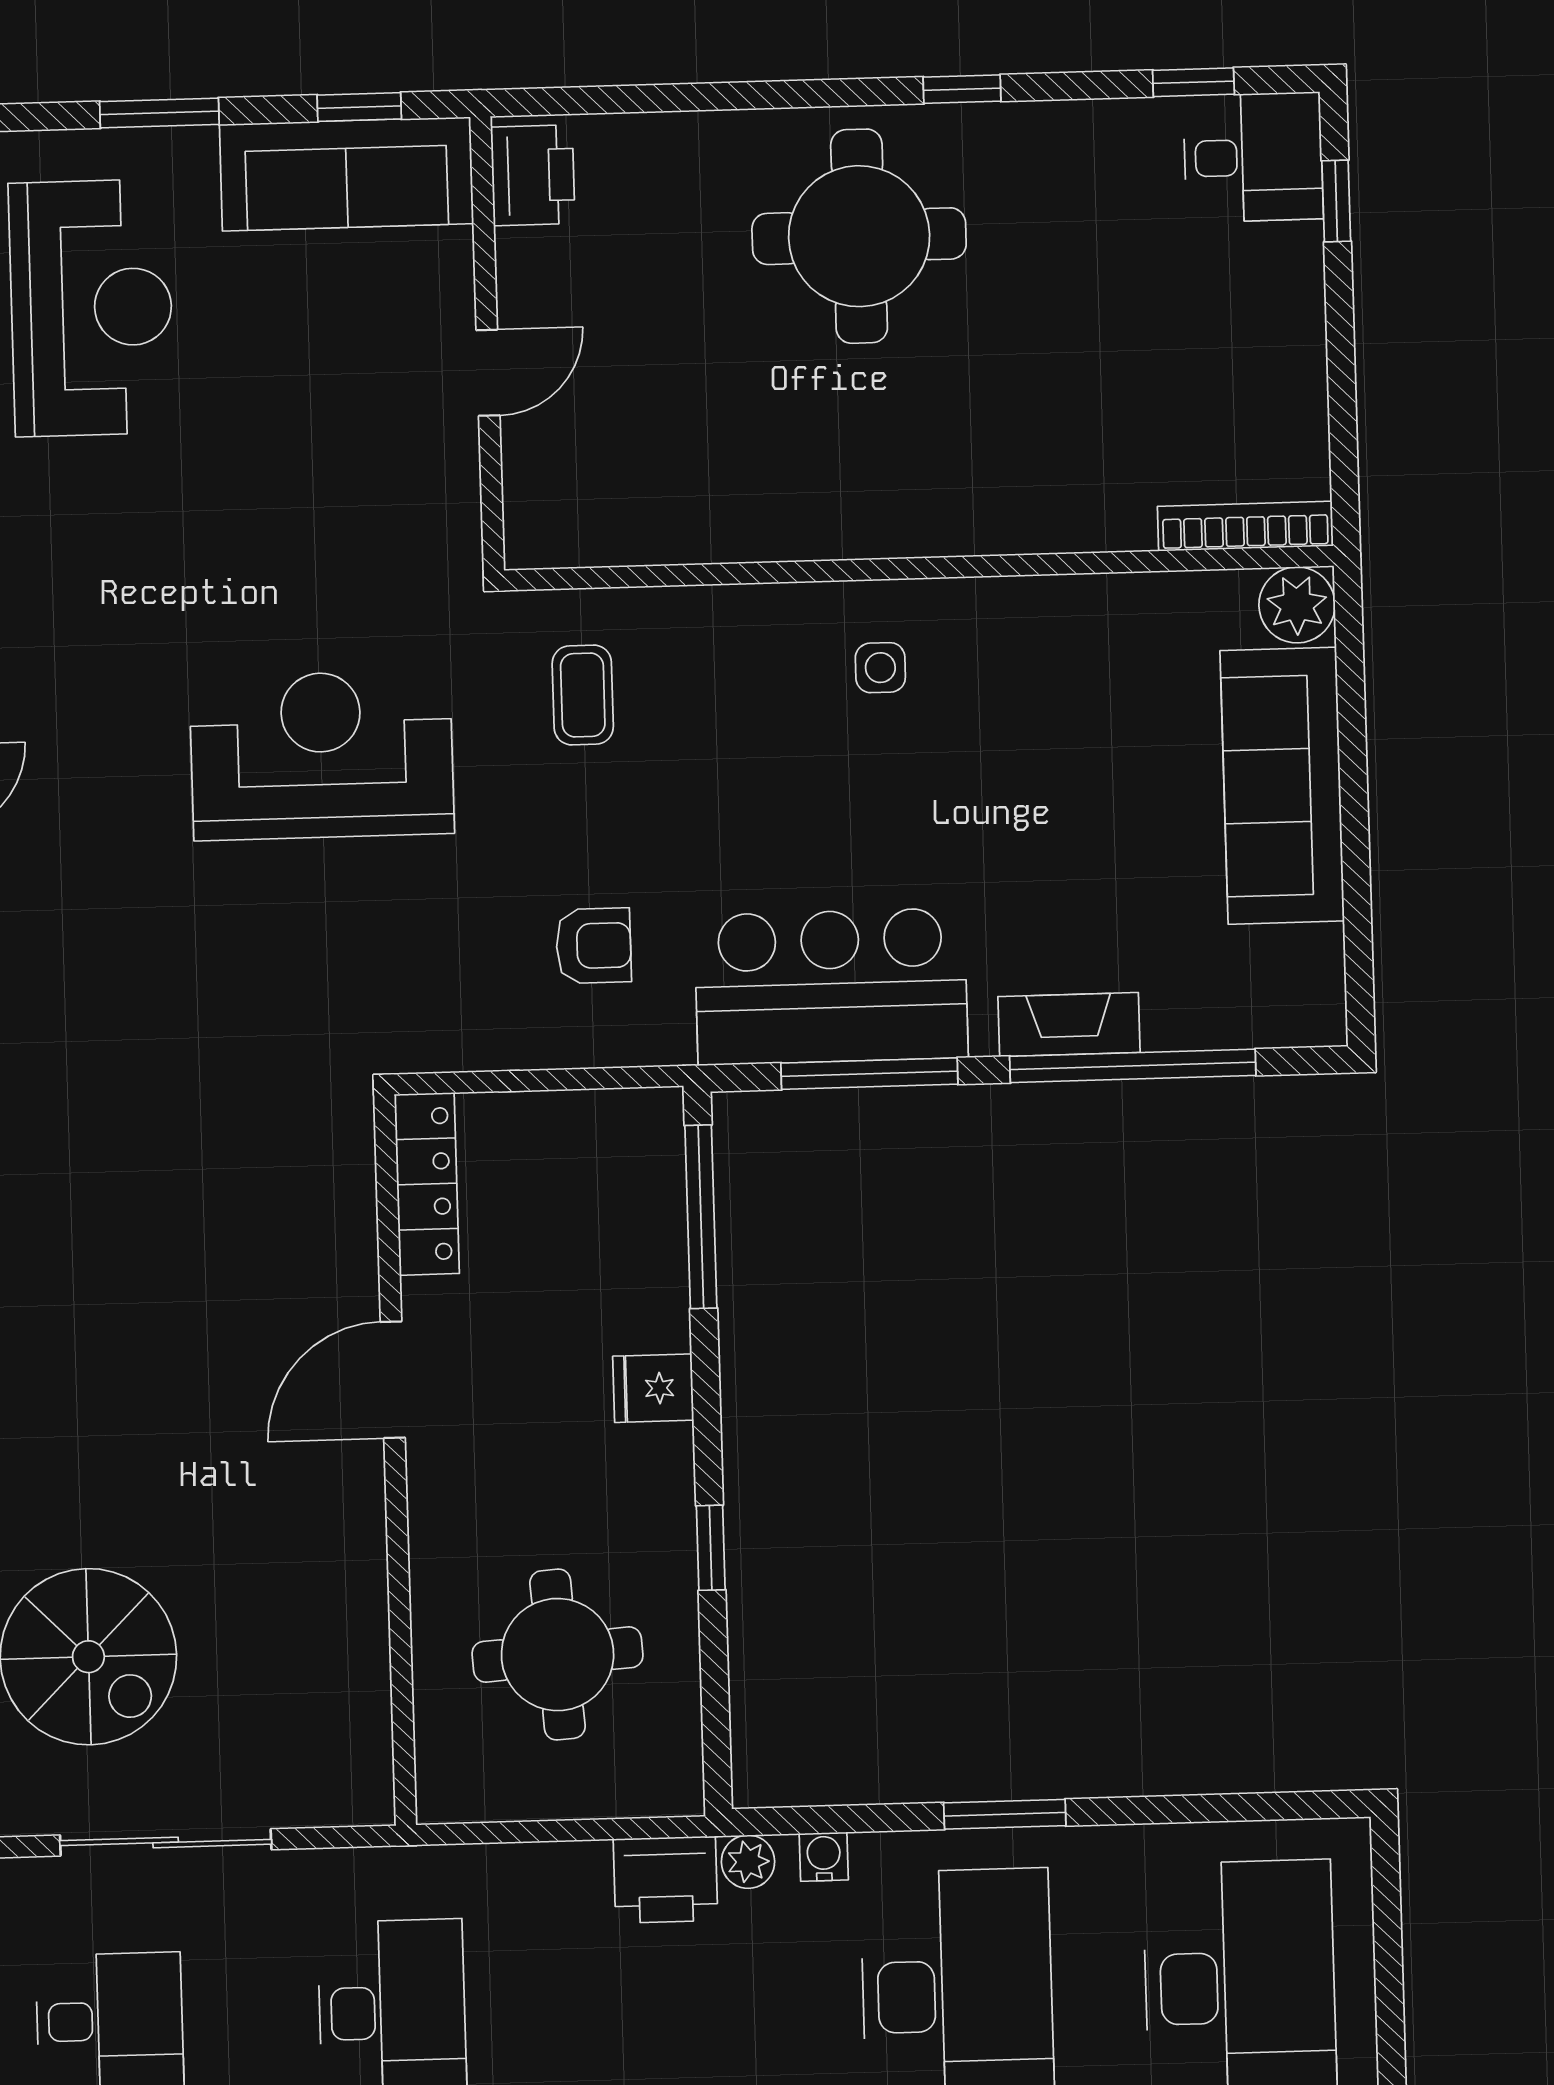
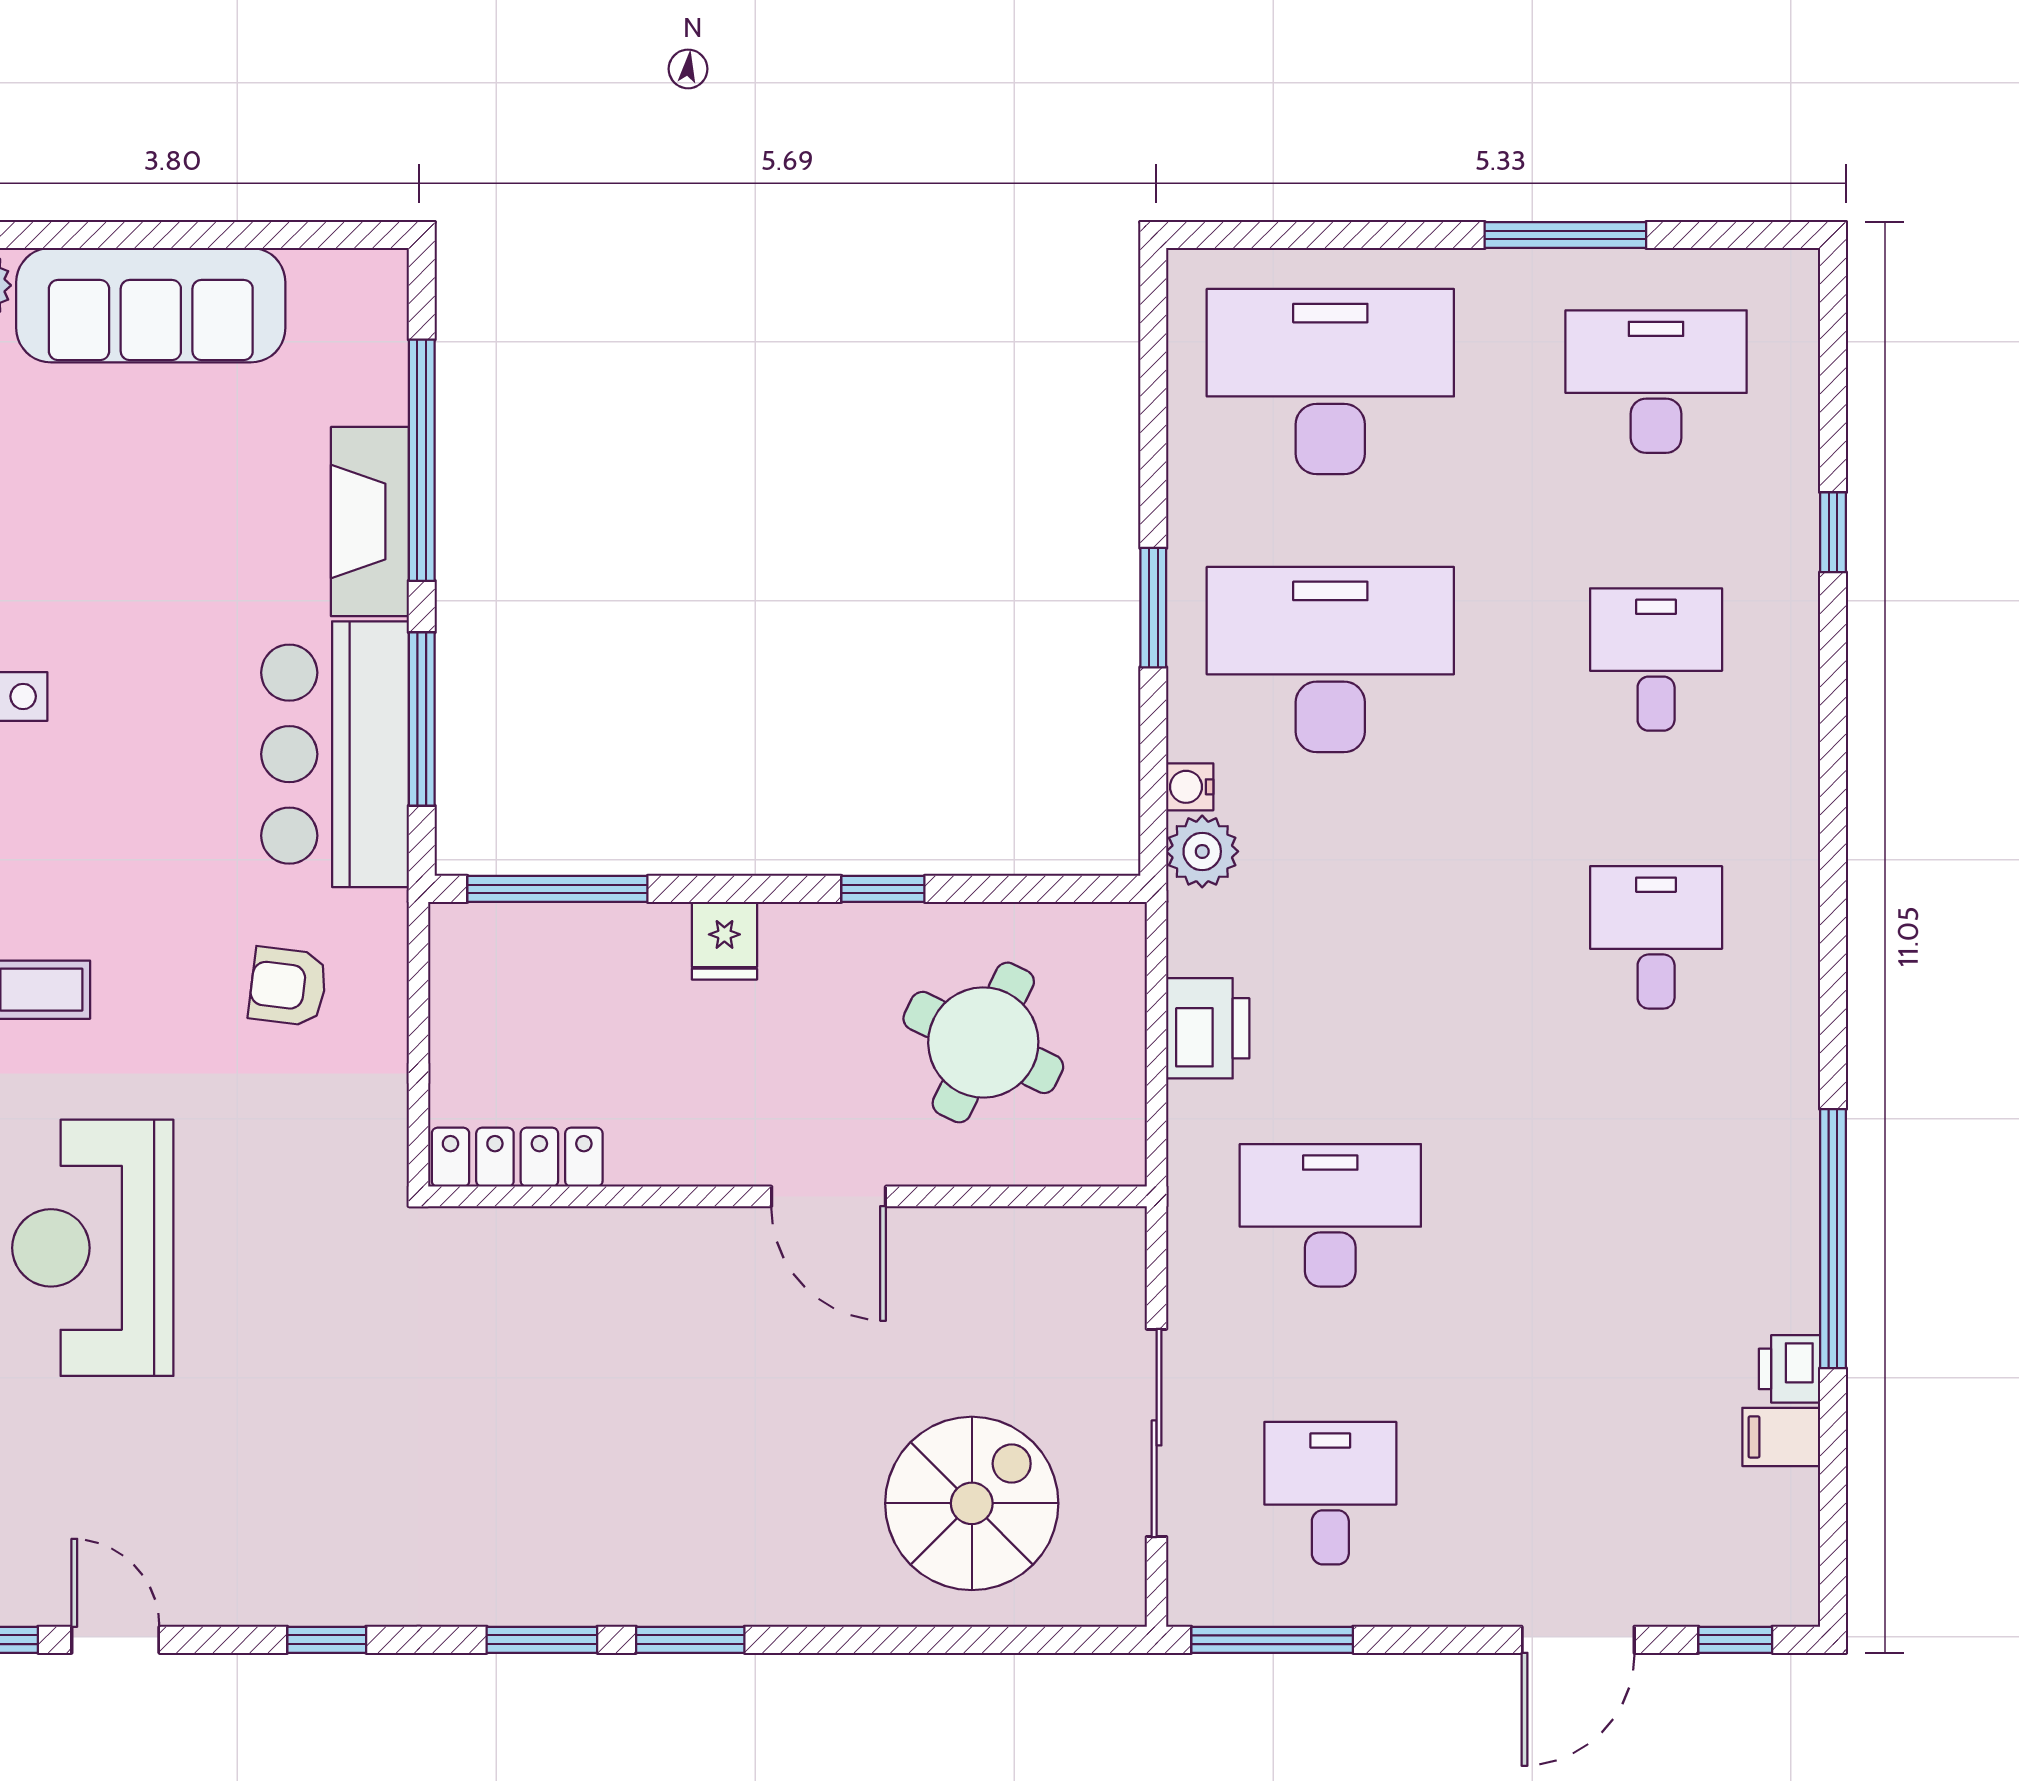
armchair: (594, 946) -> (288, 986), turned -83
fireplace: (1069, 1025) -> (370, 522), width x1.37, depth x1.32
door: (393, 1380) -> (829, 1196), moved
round table: (558, 1655) -> (983, 1042), turned 30
plant: (748, 1862) -> (1202, 851), width x1.38, depth x1.38
printer: (666, 1880) -> (1208, 1028), moved

